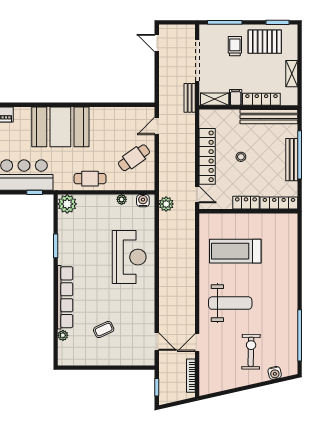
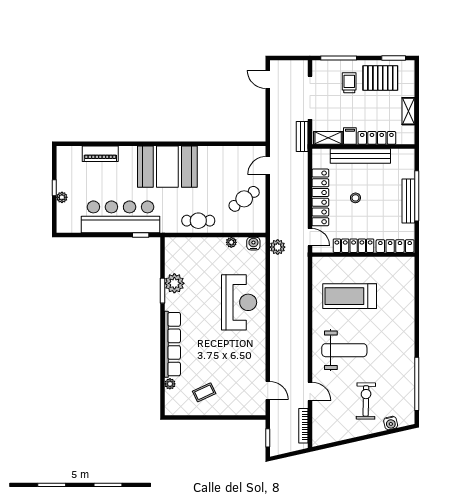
bench: (269, 117) -> (360, 156), moved
locker: (246, 203) -> (354, 246), width x1.53
plant: (67, 204) -> (174, 283), moved
coffee table: (104, 330) -> (204, 392), moved
door: (197, 343) -> (310, 391), swing flipped

